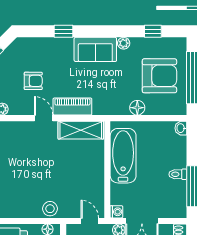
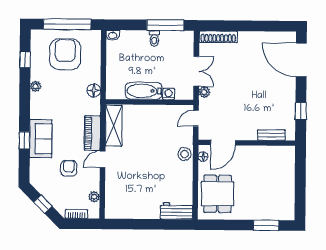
sofa: (95, 49) -> (41, 139), moved
floor lamp: (137, 108) -> (94, 90), moved
bathtub: (123, 156) -> (144, 91), width x0.73, depth x0.73
washing machine: (116, 212) -> (169, 94), moved

